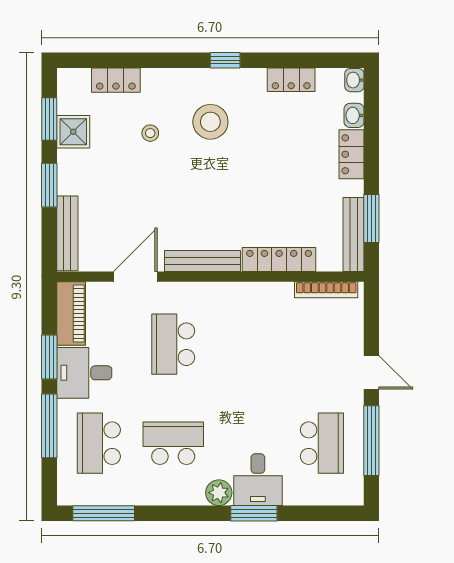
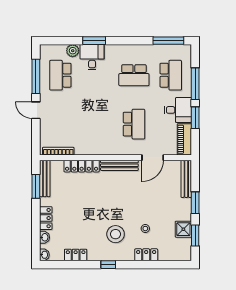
locker: (116, 80) -> (146, 255), moved
plant: (219, 493) -> (73, 51), moved

